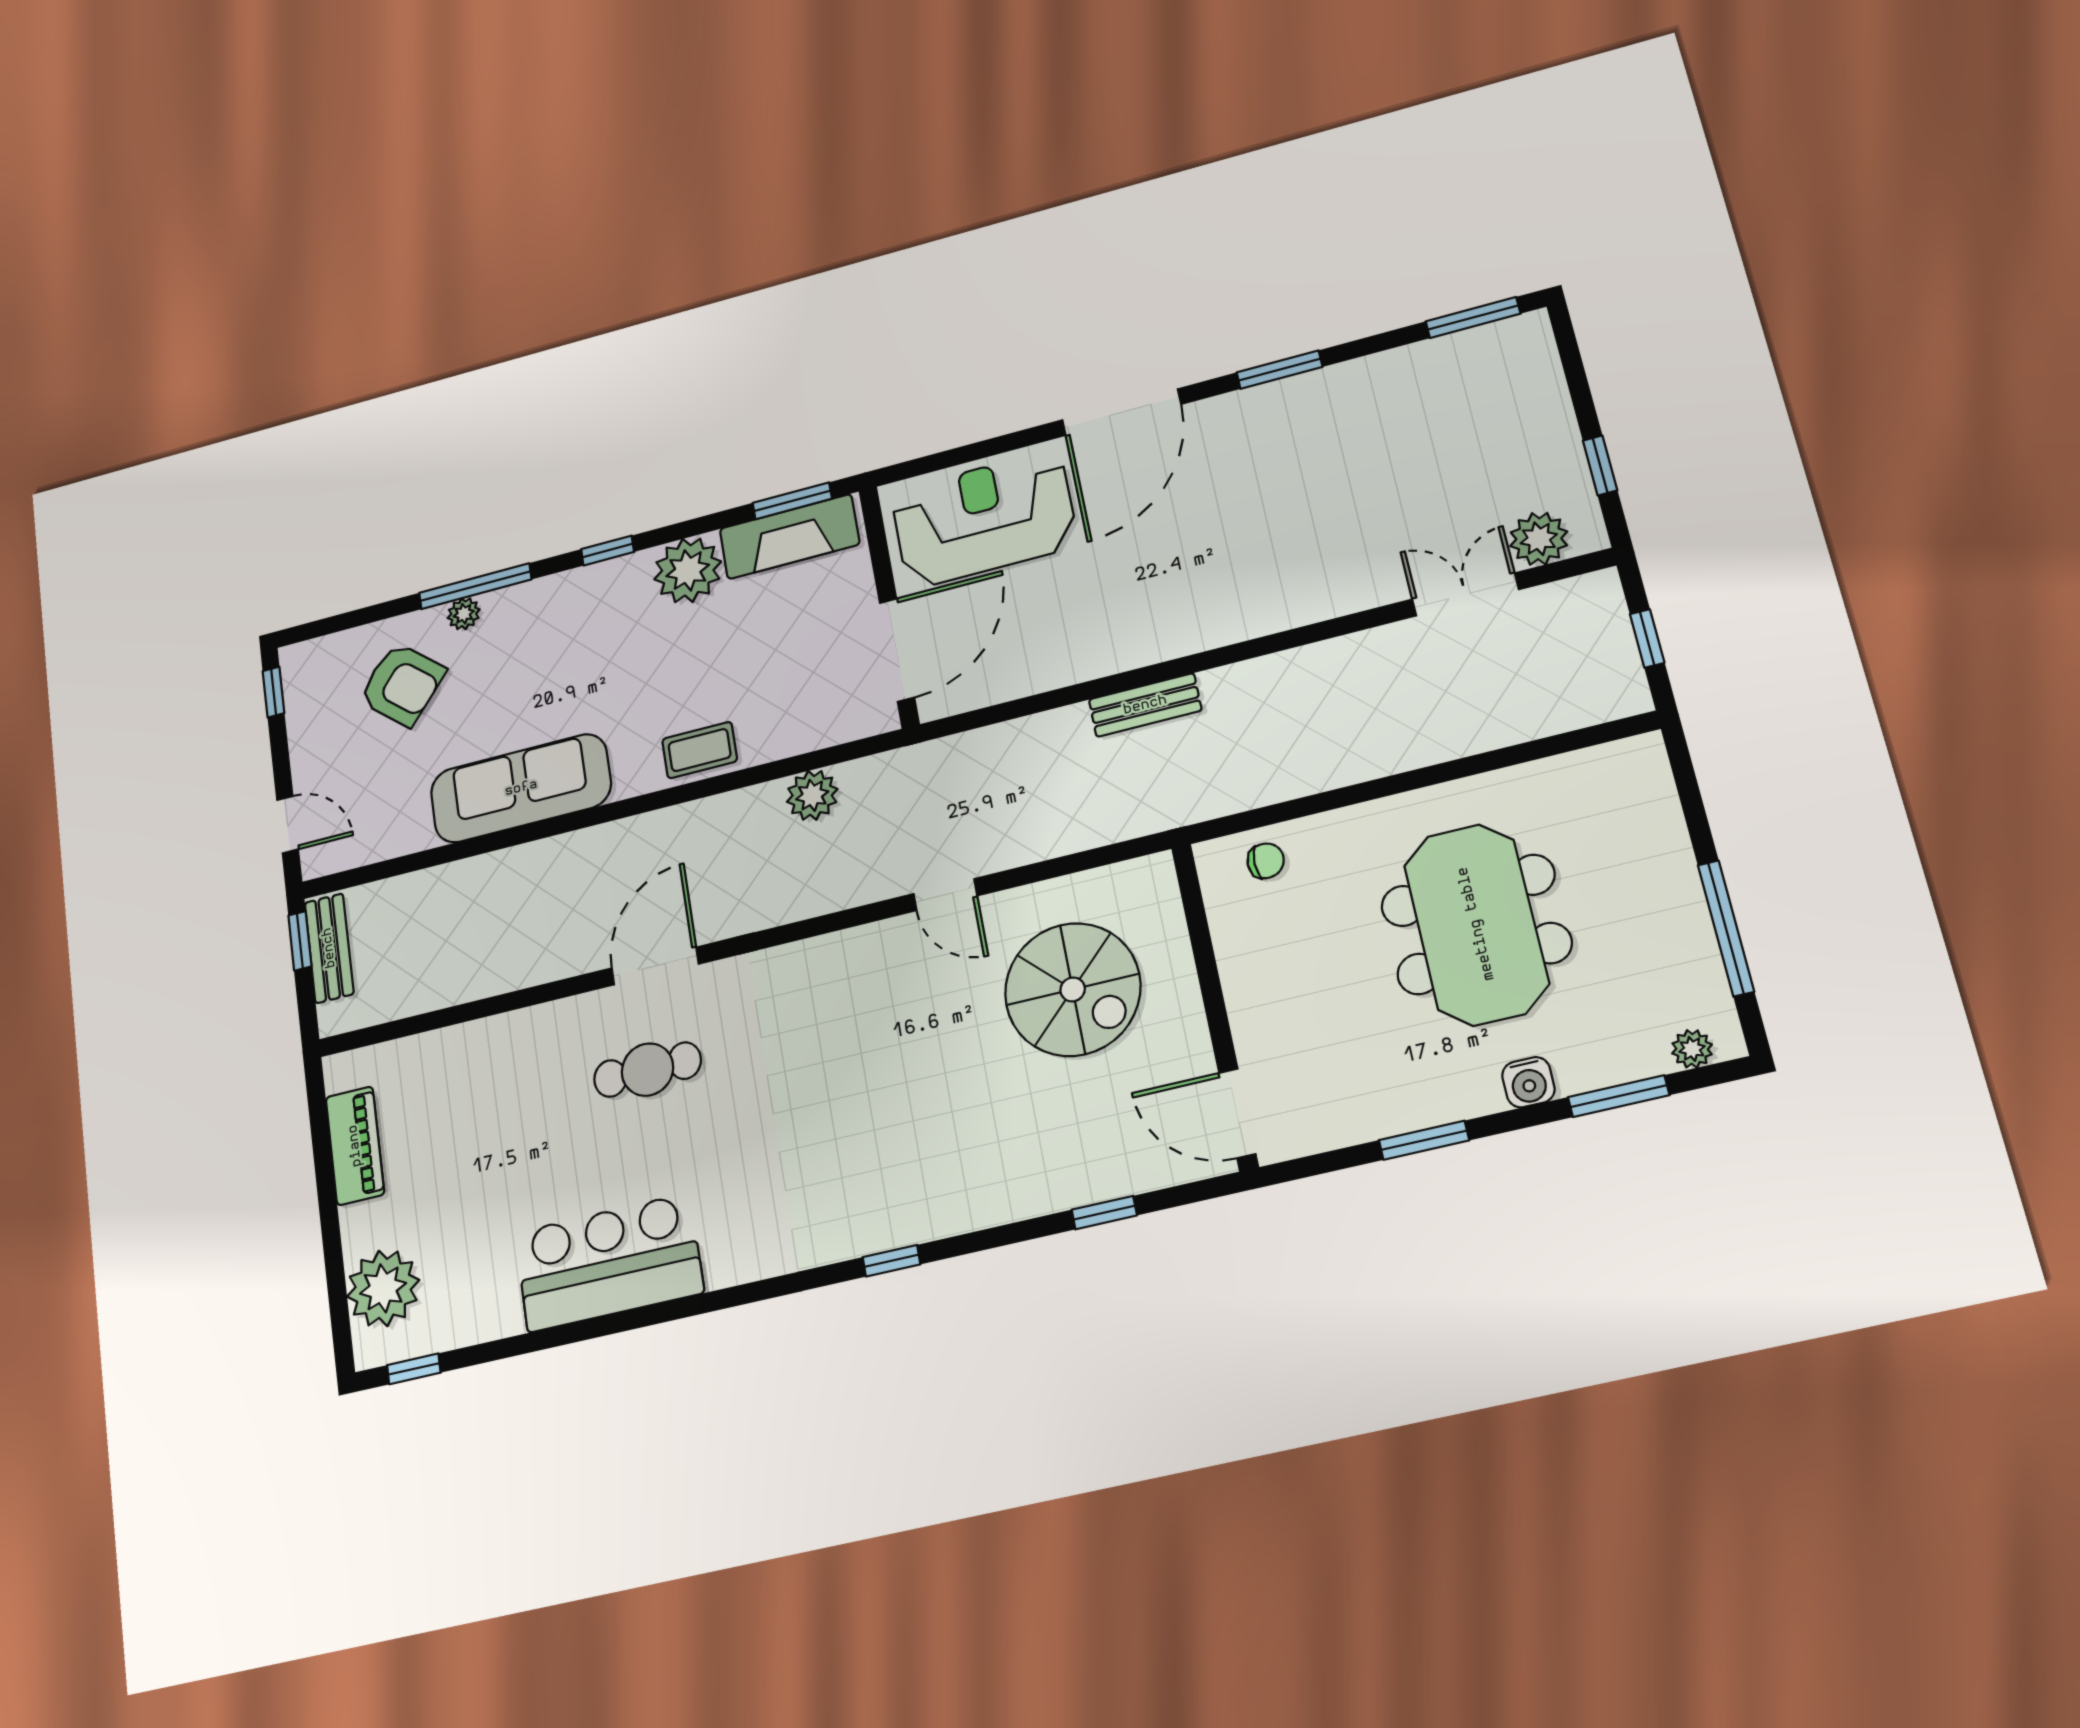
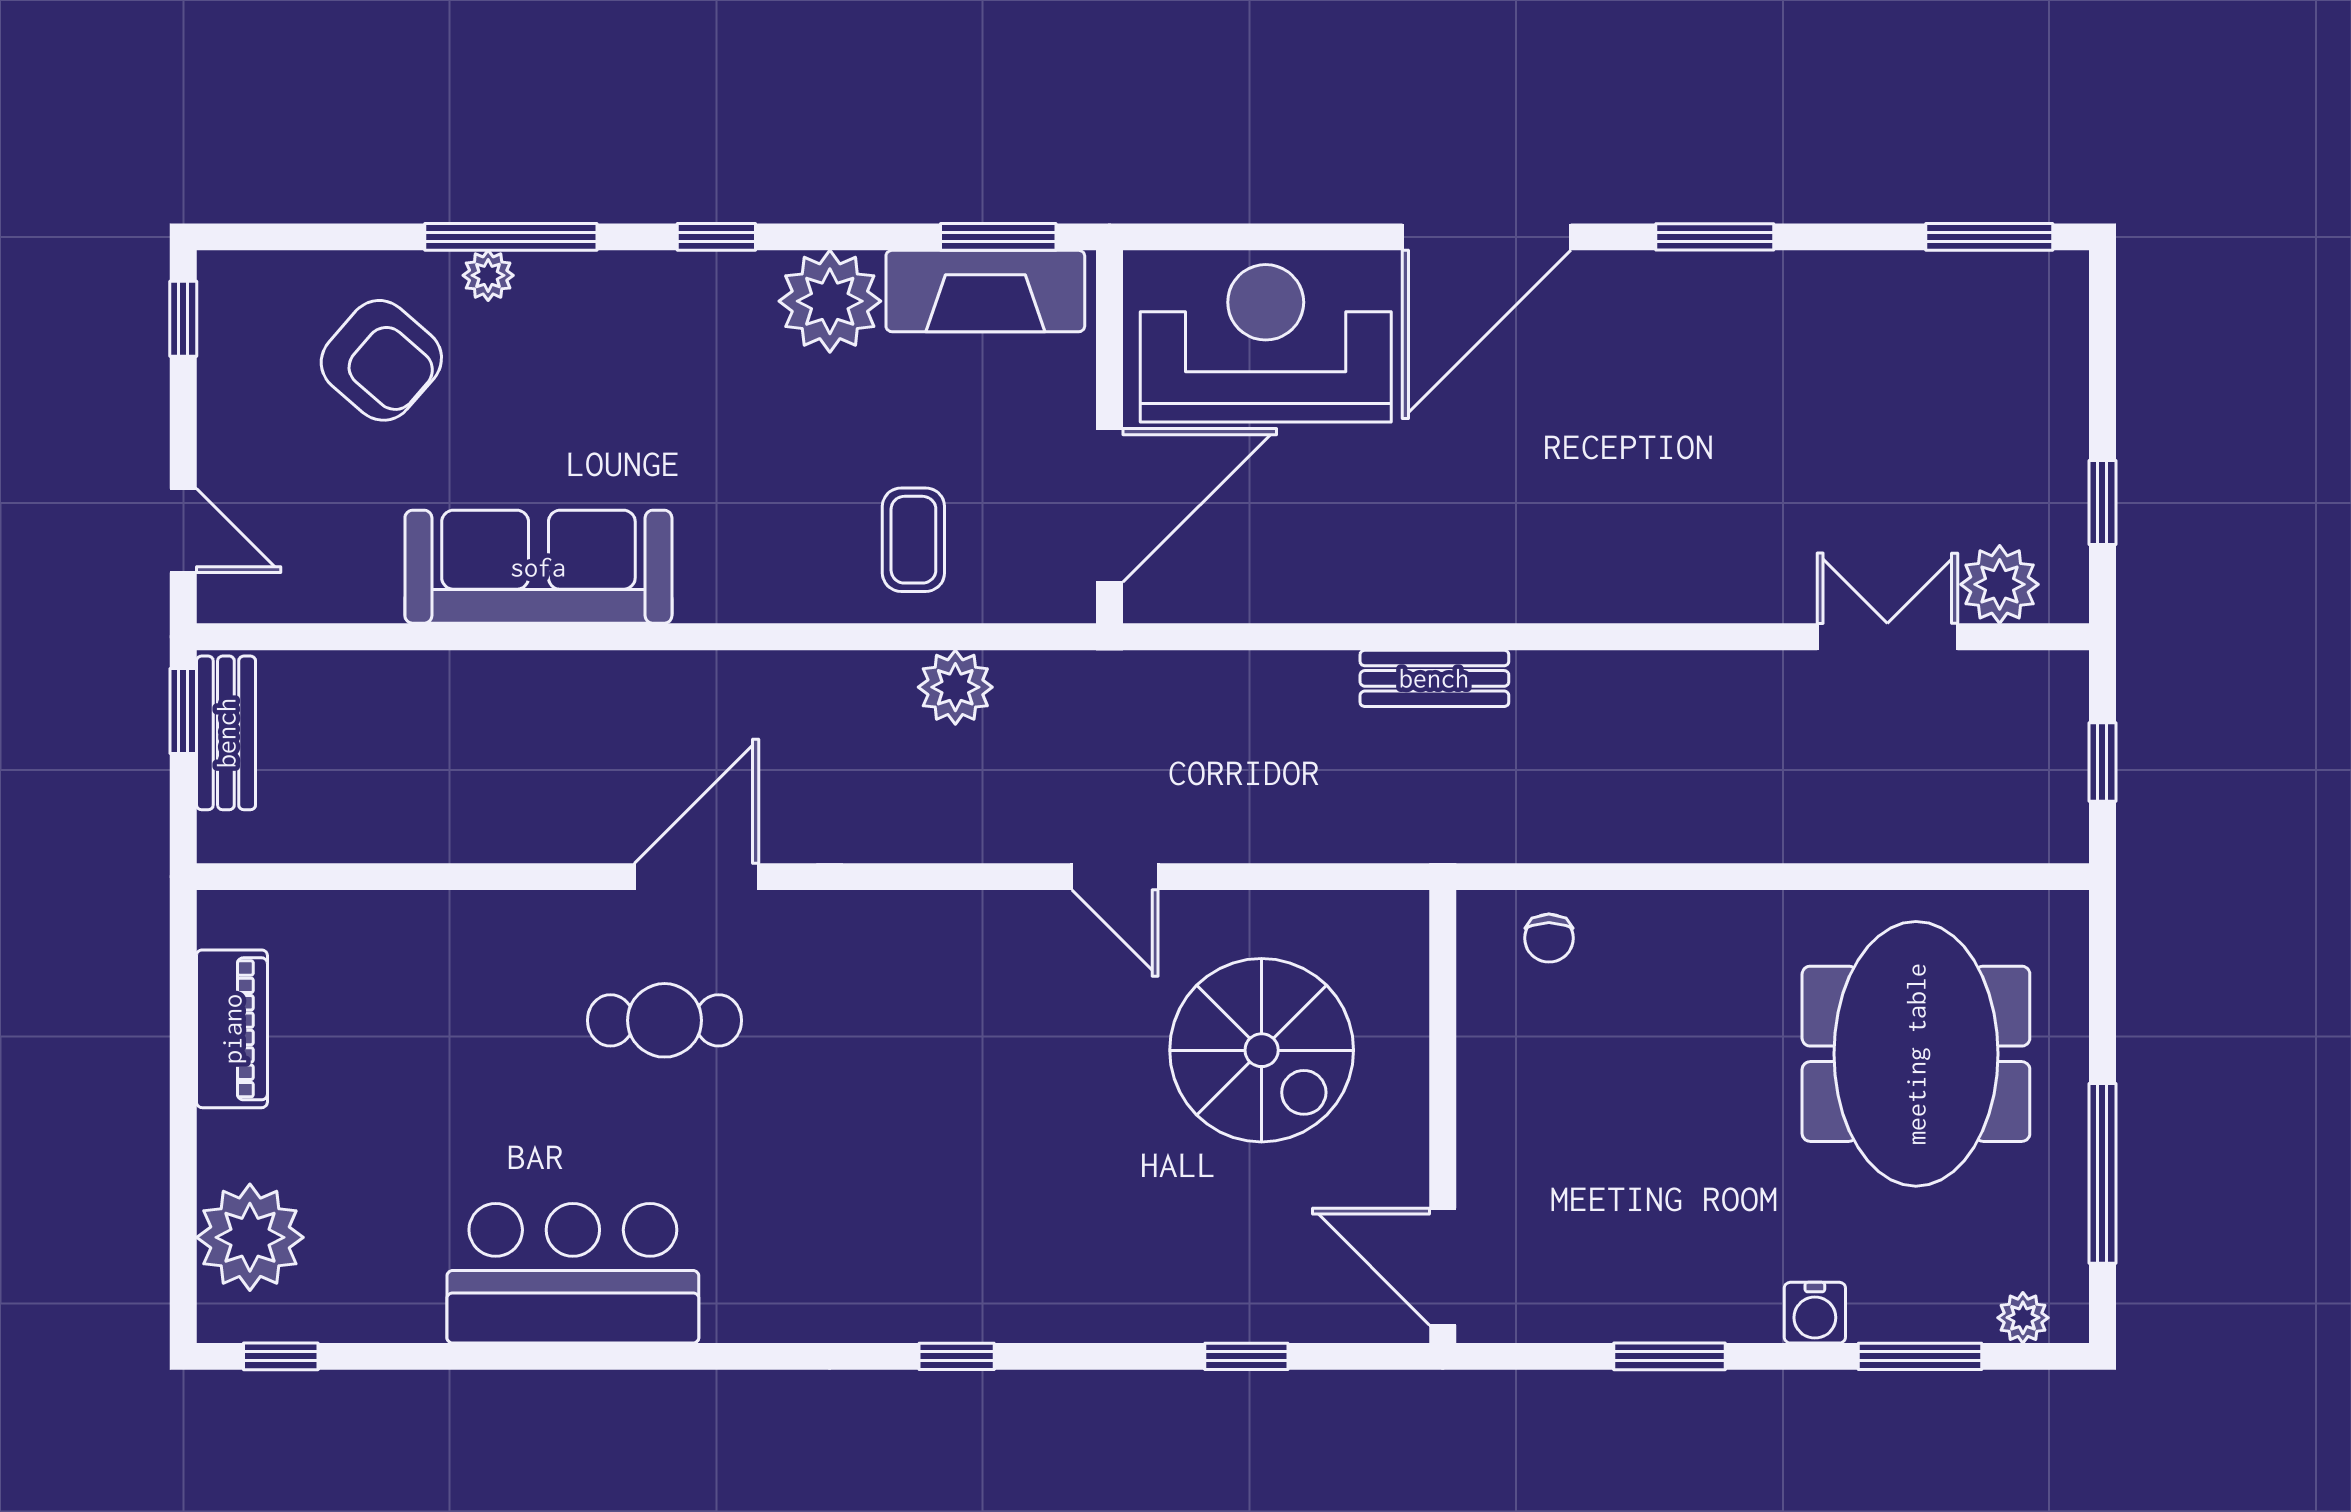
coffee table: (700, 750) -> (913, 540), moved, turned 90
chair: (1266, 861) -> (1549, 938), turned 90
meeting table: (1476, 924) -> (1916, 1054), moved

